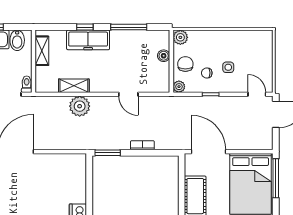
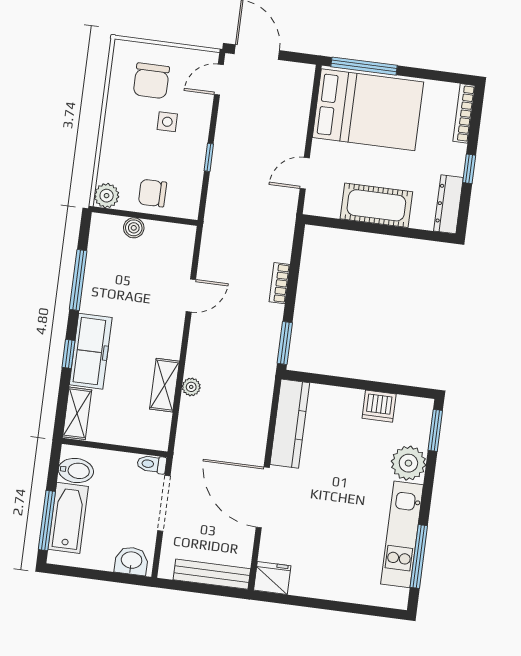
shelving: (42, 51) -> (77, 413), moved, turned 90
chair: (207, 73) -> (151, 81), moved, width x1.87, depth x1.87
plant: (179, 87) -> (189, 209), removed
plant: (80, 106) -> (191, 387), width x0.53, depth x0.53
door: (209, 152) -> (305, 173), width x0.53
kitchen counter: (61, 162) -> (290, 424), added

